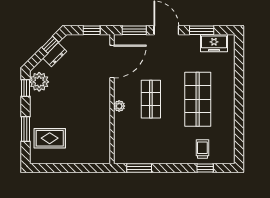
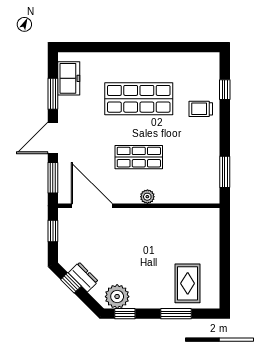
trolley: (202, 149) -> (201, 109), moved

